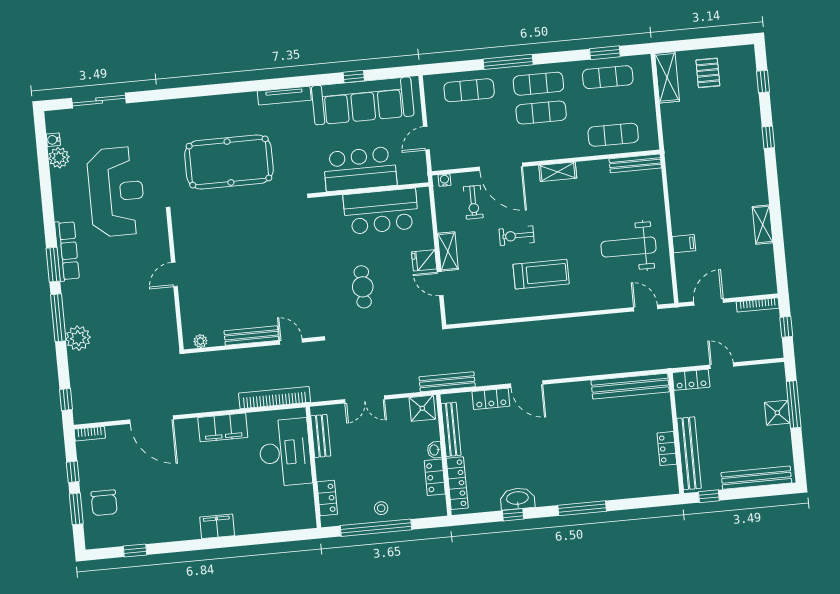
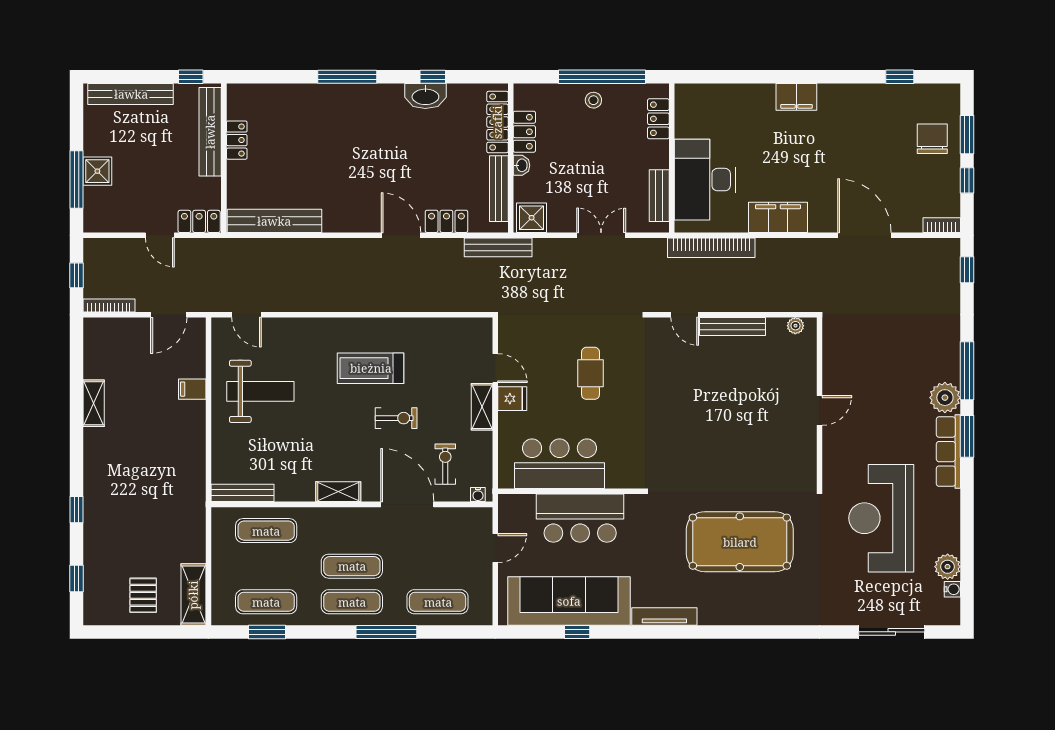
plant: (78, 338) -> (945, 398), moved

